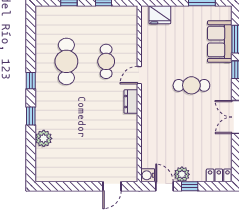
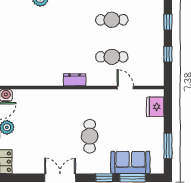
cafe table: (66, 61) -> (112, 20), width x0.73, depth x0.74
door: (139, 75) -> (125, 88), moved

